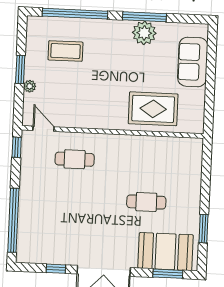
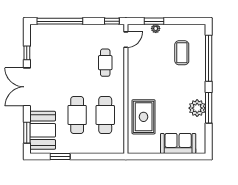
window: (20, 69) -> (154, 21), moved
cafe table: (148, 163) -> (105, 115), added
cafe table: (146, 202) -> (77, 115), width x1.37, depth x1.35

